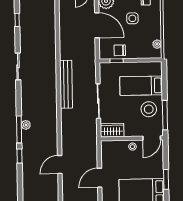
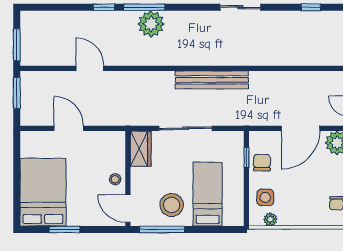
side table: (132, 18) -> (265, 197), moved
plant: (26, 125) -> (151, 24), width x1.87, depth x1.87

